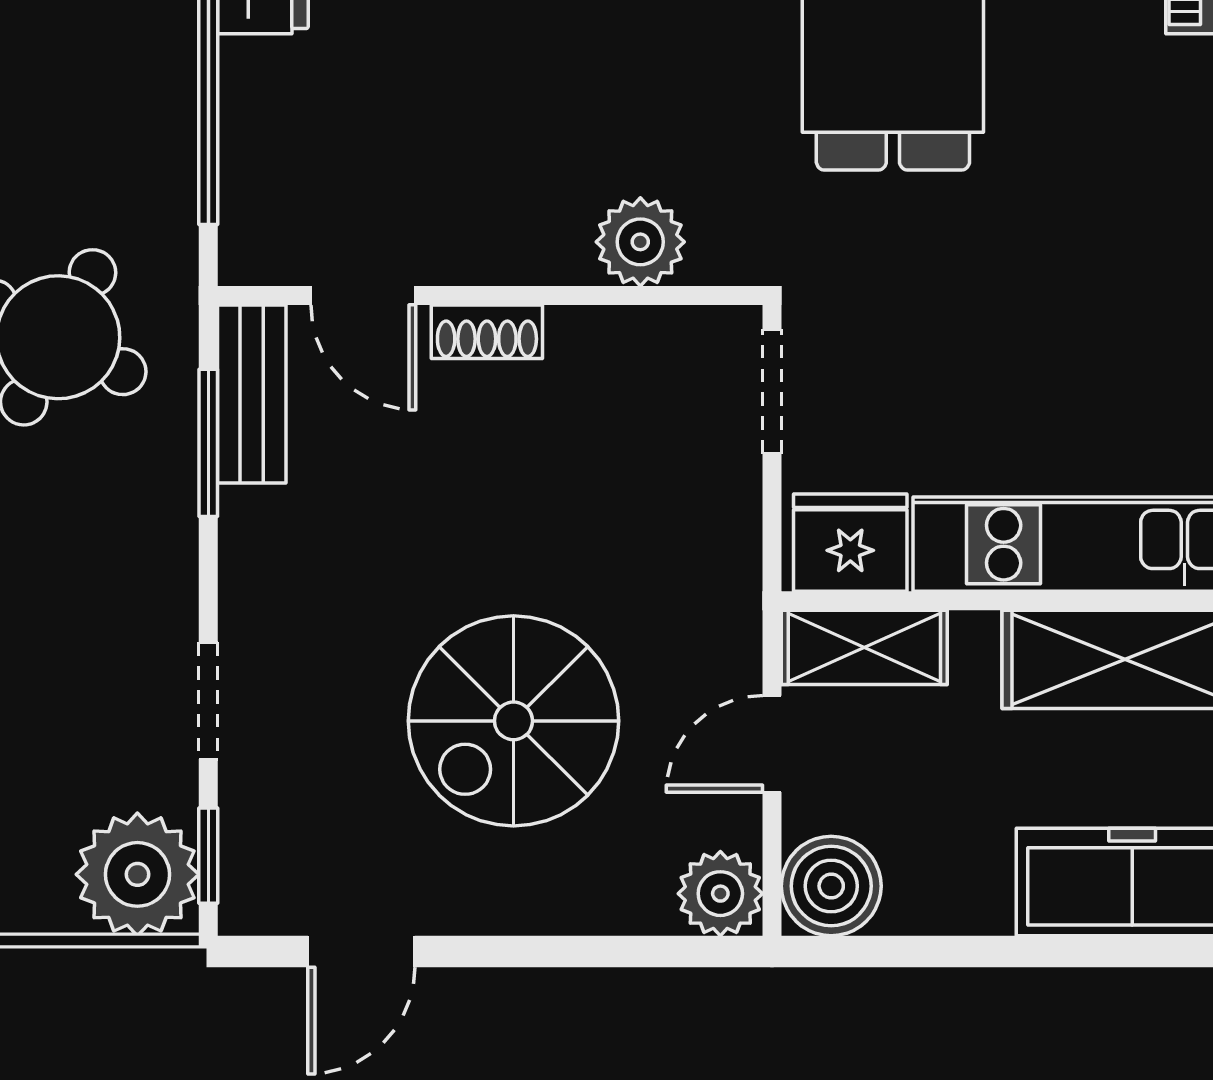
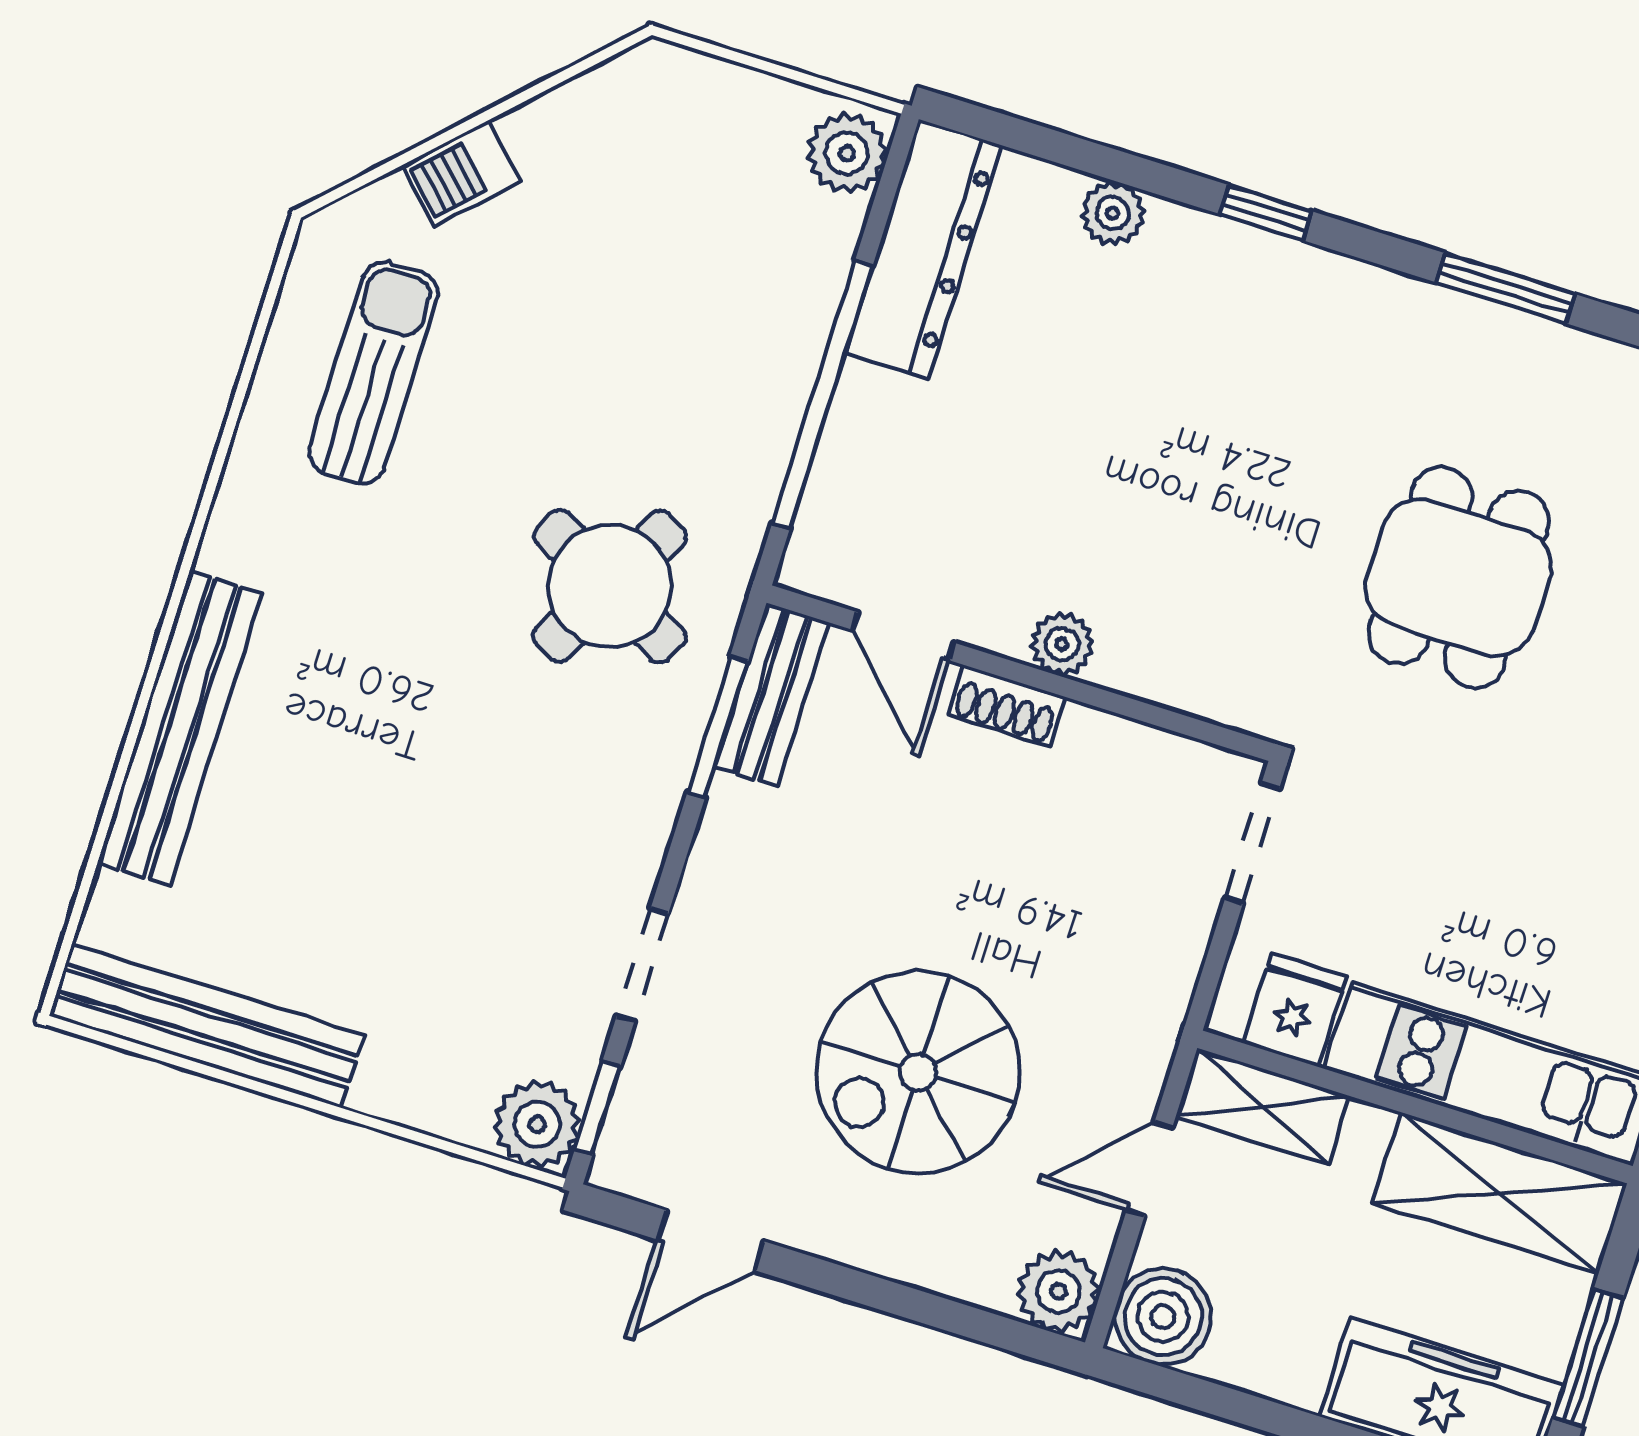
plant: (640, 242) -> (1062, 644), moved, width x0.73, depth x0.73
fridge: (850, 543) -> (1295, 1010), width x0.72
plant: (137, 874) -> (537, 1124), width x0.73, depth x0.73

